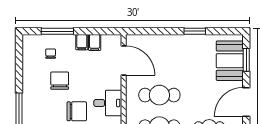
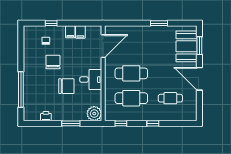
window: (57, 31) -> (51, 23), width x0.46
door: (124, 60) -> (103, 46), hinge flipped
door: (246, 102) -> (199, 79), hinge flipped

